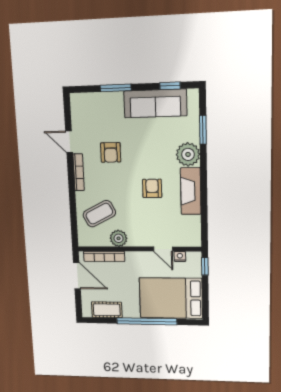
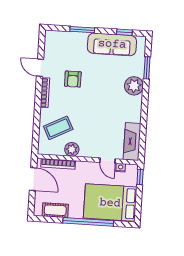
armchair: (152, 188) -> (103, 110), removed
fireplace: (191, 191) -> (132, 141), moved

